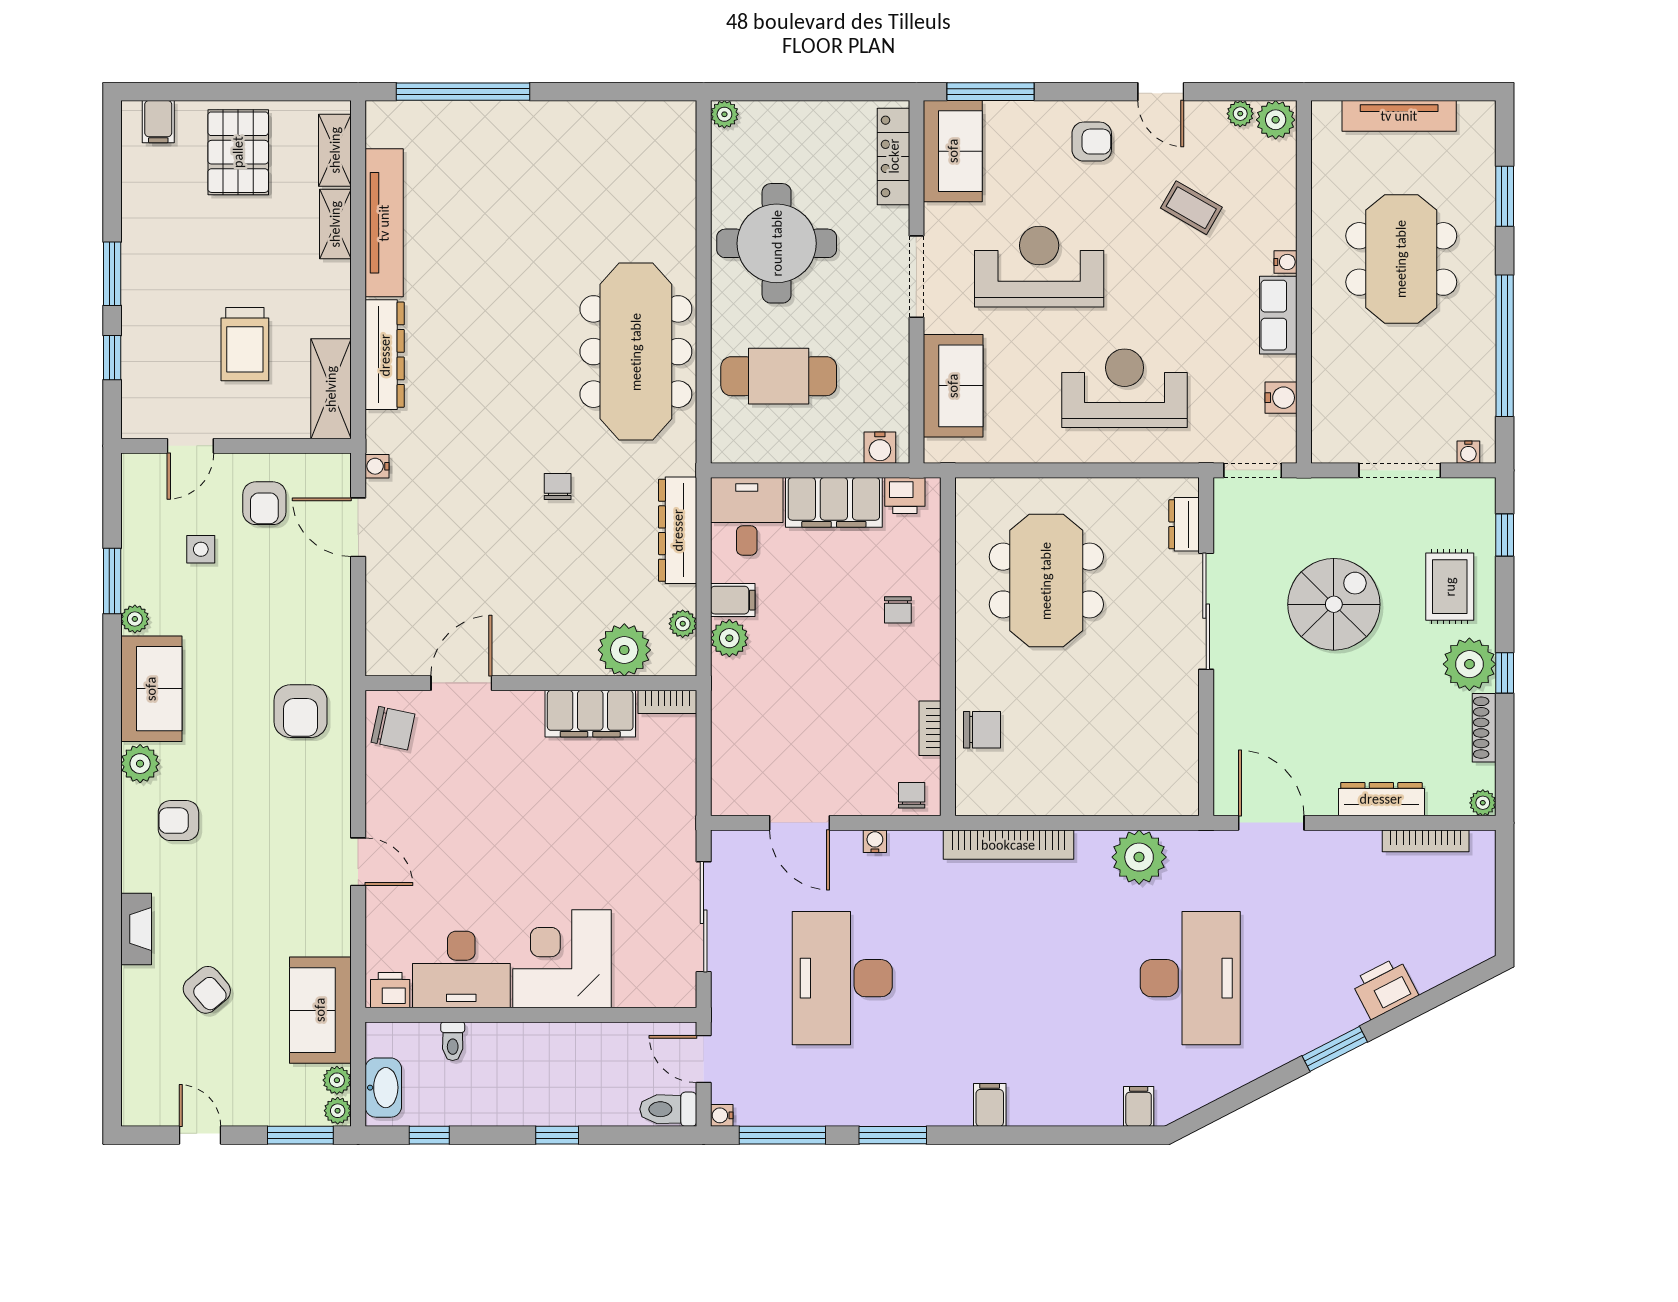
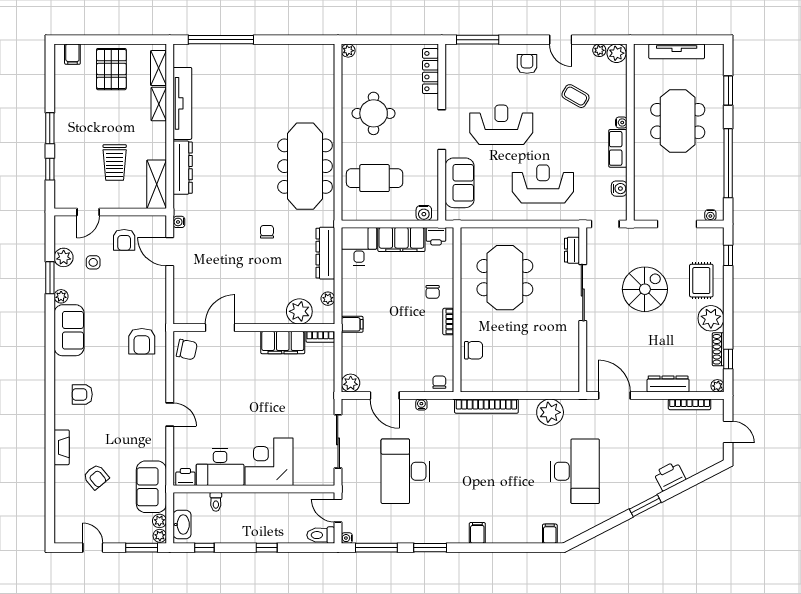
armchair: (1092, 142) -> (527, 64), turned -90
sofa: (953, 151) -> (459, 69), removed
round table: (777, 243) -> (374, 113), width x0.73, depth x0.73
filing cabinet: (733, 600) -> (352, 324), moved
plant: (729, 638) -> (351, 383), moved
window: (1505, 673) -> (728, 359), moved
bookcase: (930, 728) -> (448, 322), moved
plant: (140, 764) -> (64, 257), moved
door: (1505, 898) -> (728, 432), added

